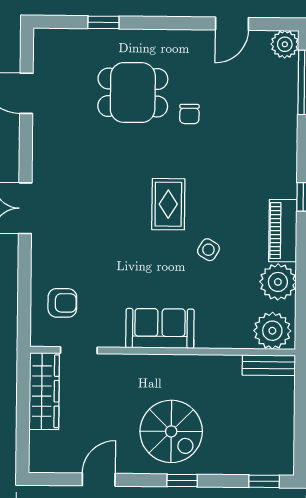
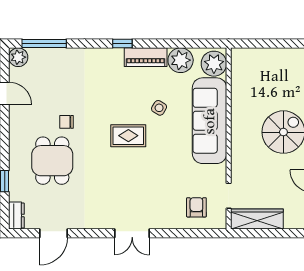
dresser: (53, 39) -> (16, 216), added
chair: (189, 114) -> (67, 122), turned 180
sofa: (160, 328) -> (210, 121), width x1.85, depth x1.27
bench: (269, 365) -> (238, 66), removed

